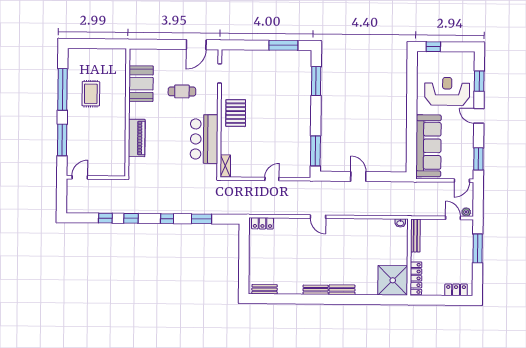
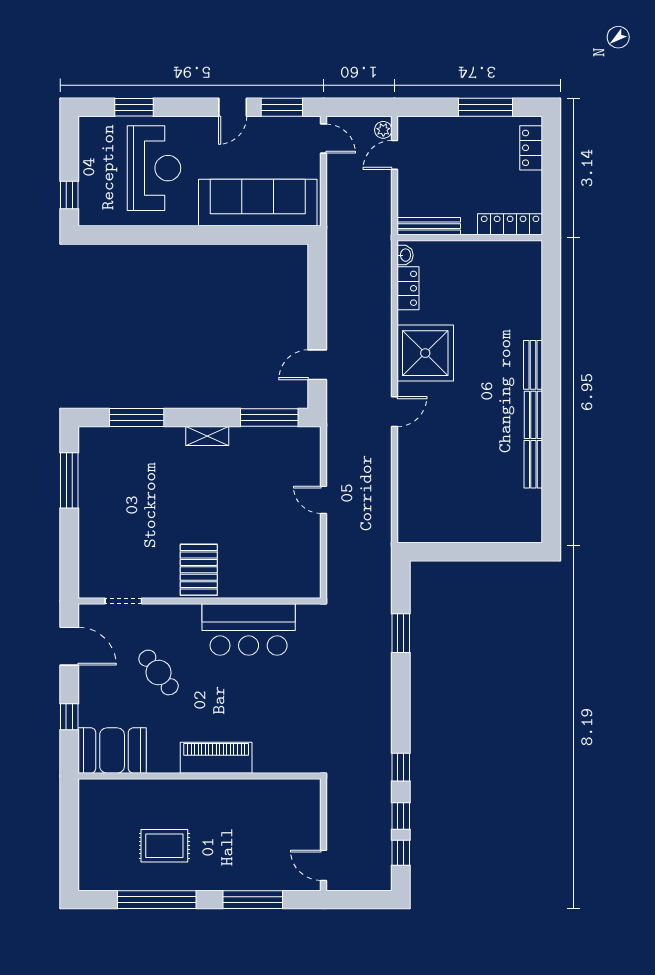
window: (159, 44) -> (69, 717), added
booth: (141, 84) -> (112, 751), moved
cafe table: (182, 91) -> (159, 672), turned -38
reception desk: (447, 91) -> (154, 168), turned 180
pallet: (236, 113) -> (199, 570), turned 90
door: (479, 116) -> (233, 107), moved
piano: (137, 138) -> (216, 758), moved
shelving: (225, 166) -> (207, 436), moved
door: (358, 176) -> (317, 365), moved
window: (167, 219) -> (401, 853), moved
locker: (262, 223) -> (408, 288), moved
window: (478, 248) -> (486, 107), moved
shower: (393, 280) -> (425, 353), moved
bench: (265, 289) -> (533, 464), moved

